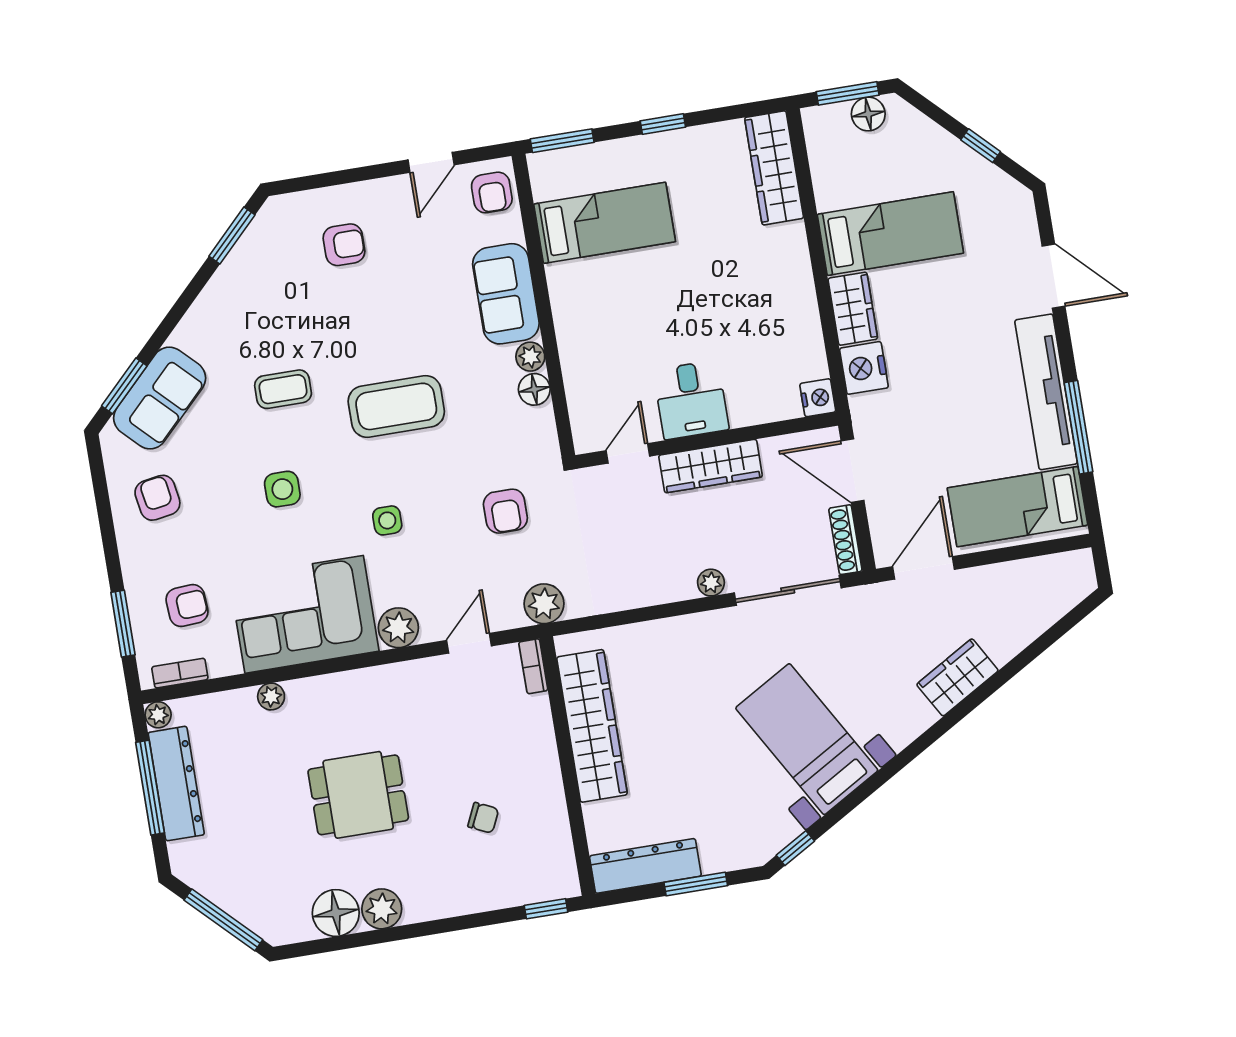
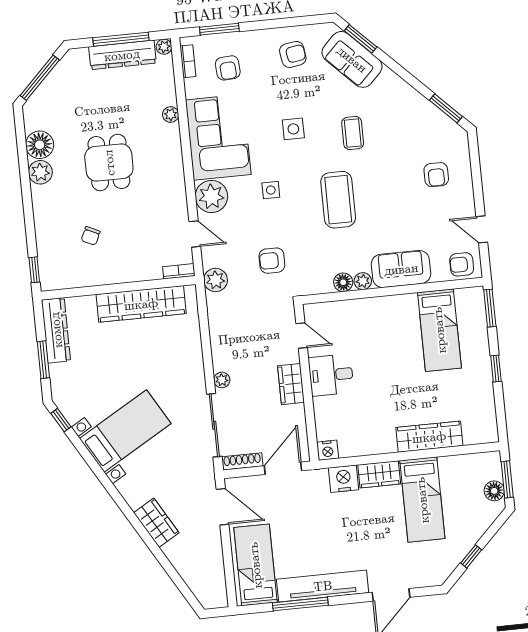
wardrobe: (774, 168) -> (429, 437), moved
wardrobe: (711, 466) -> (291, 384), width x0.67
plant: (398, 628) -> (211, 196), width x1.36, depth x1.36

